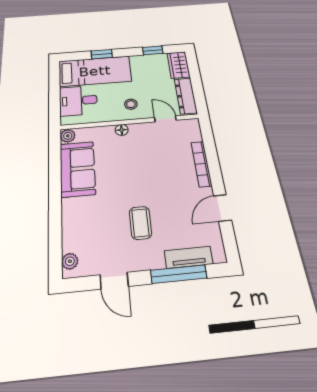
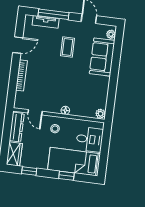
sofa: (77, 169) -> (102, 57), moved

